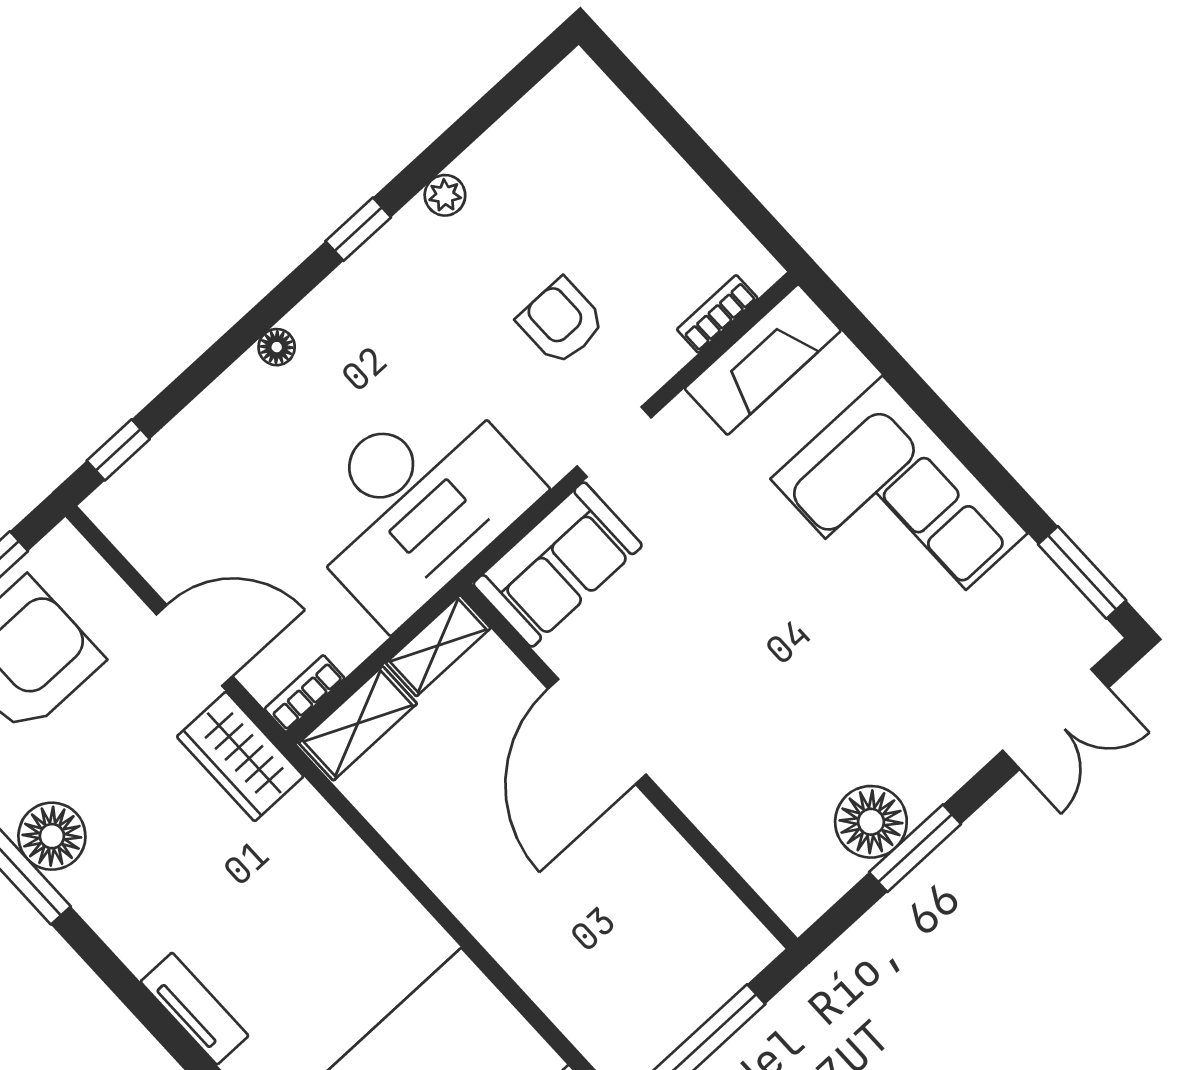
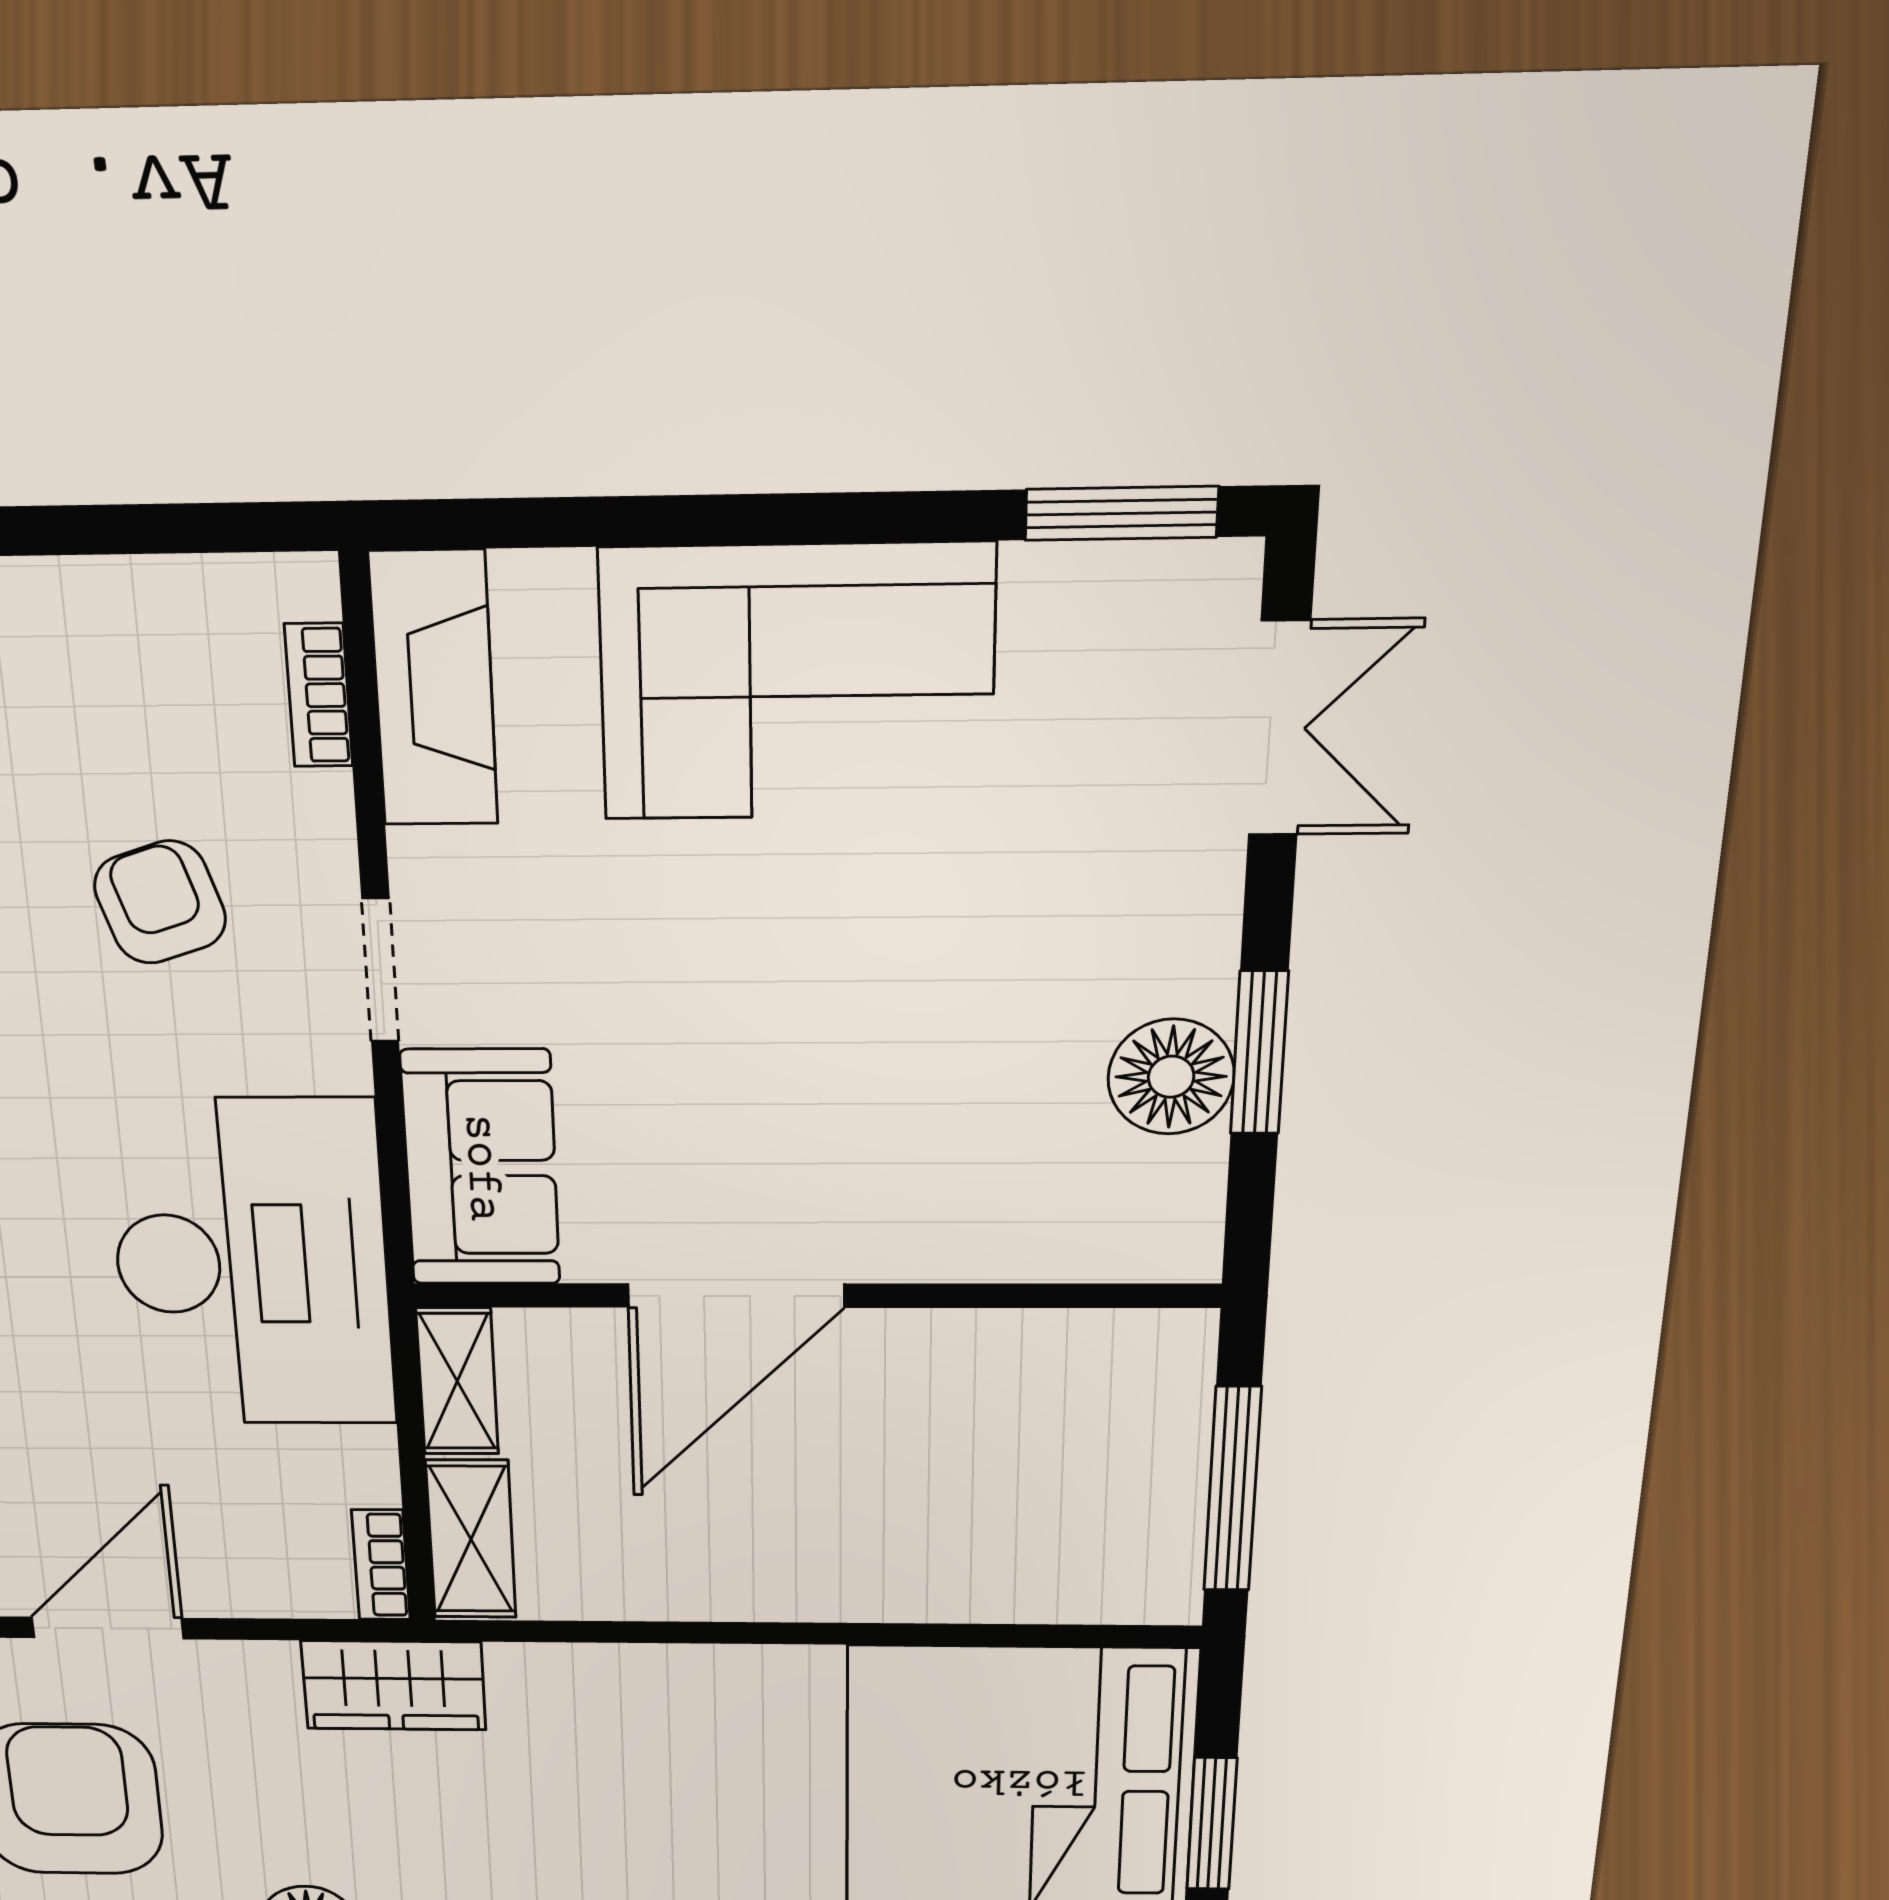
armchair: (561, 322) -> (160, 902), turned 72
door: (194, 645) -> (108, 1628), moved
door: (597, 732) -> (736, 1296), hinge flipped

